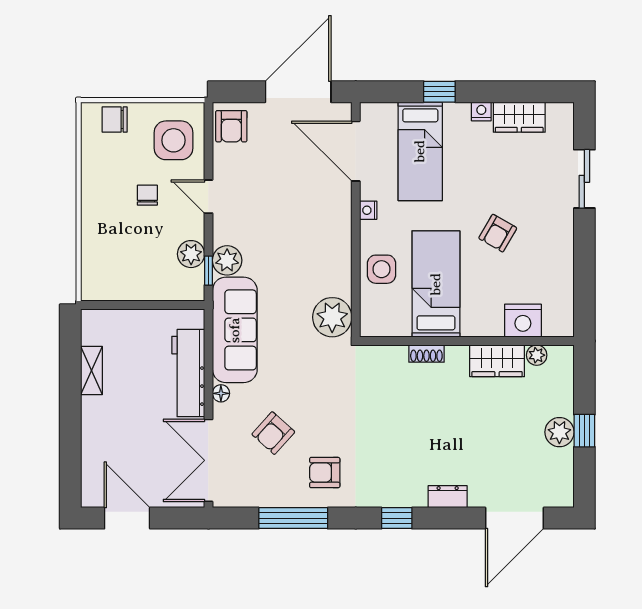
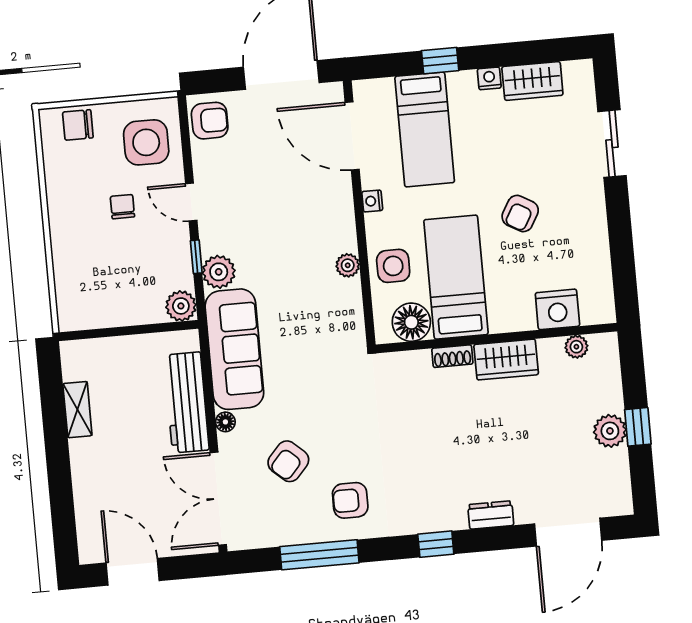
armchair: (231, 126) -> (210, 121), turned -90
plant: (191, 254) -> (181, 306), moved
window: (208, 271) -> (196, 257), moved
plant: (332, 317) -> (348, 265), moved, width x0.53, depth x0.53
floor lamp: (393, 320) -> (411, 322), added
wardrobe: (497, 361) -> (506, 360), moved

